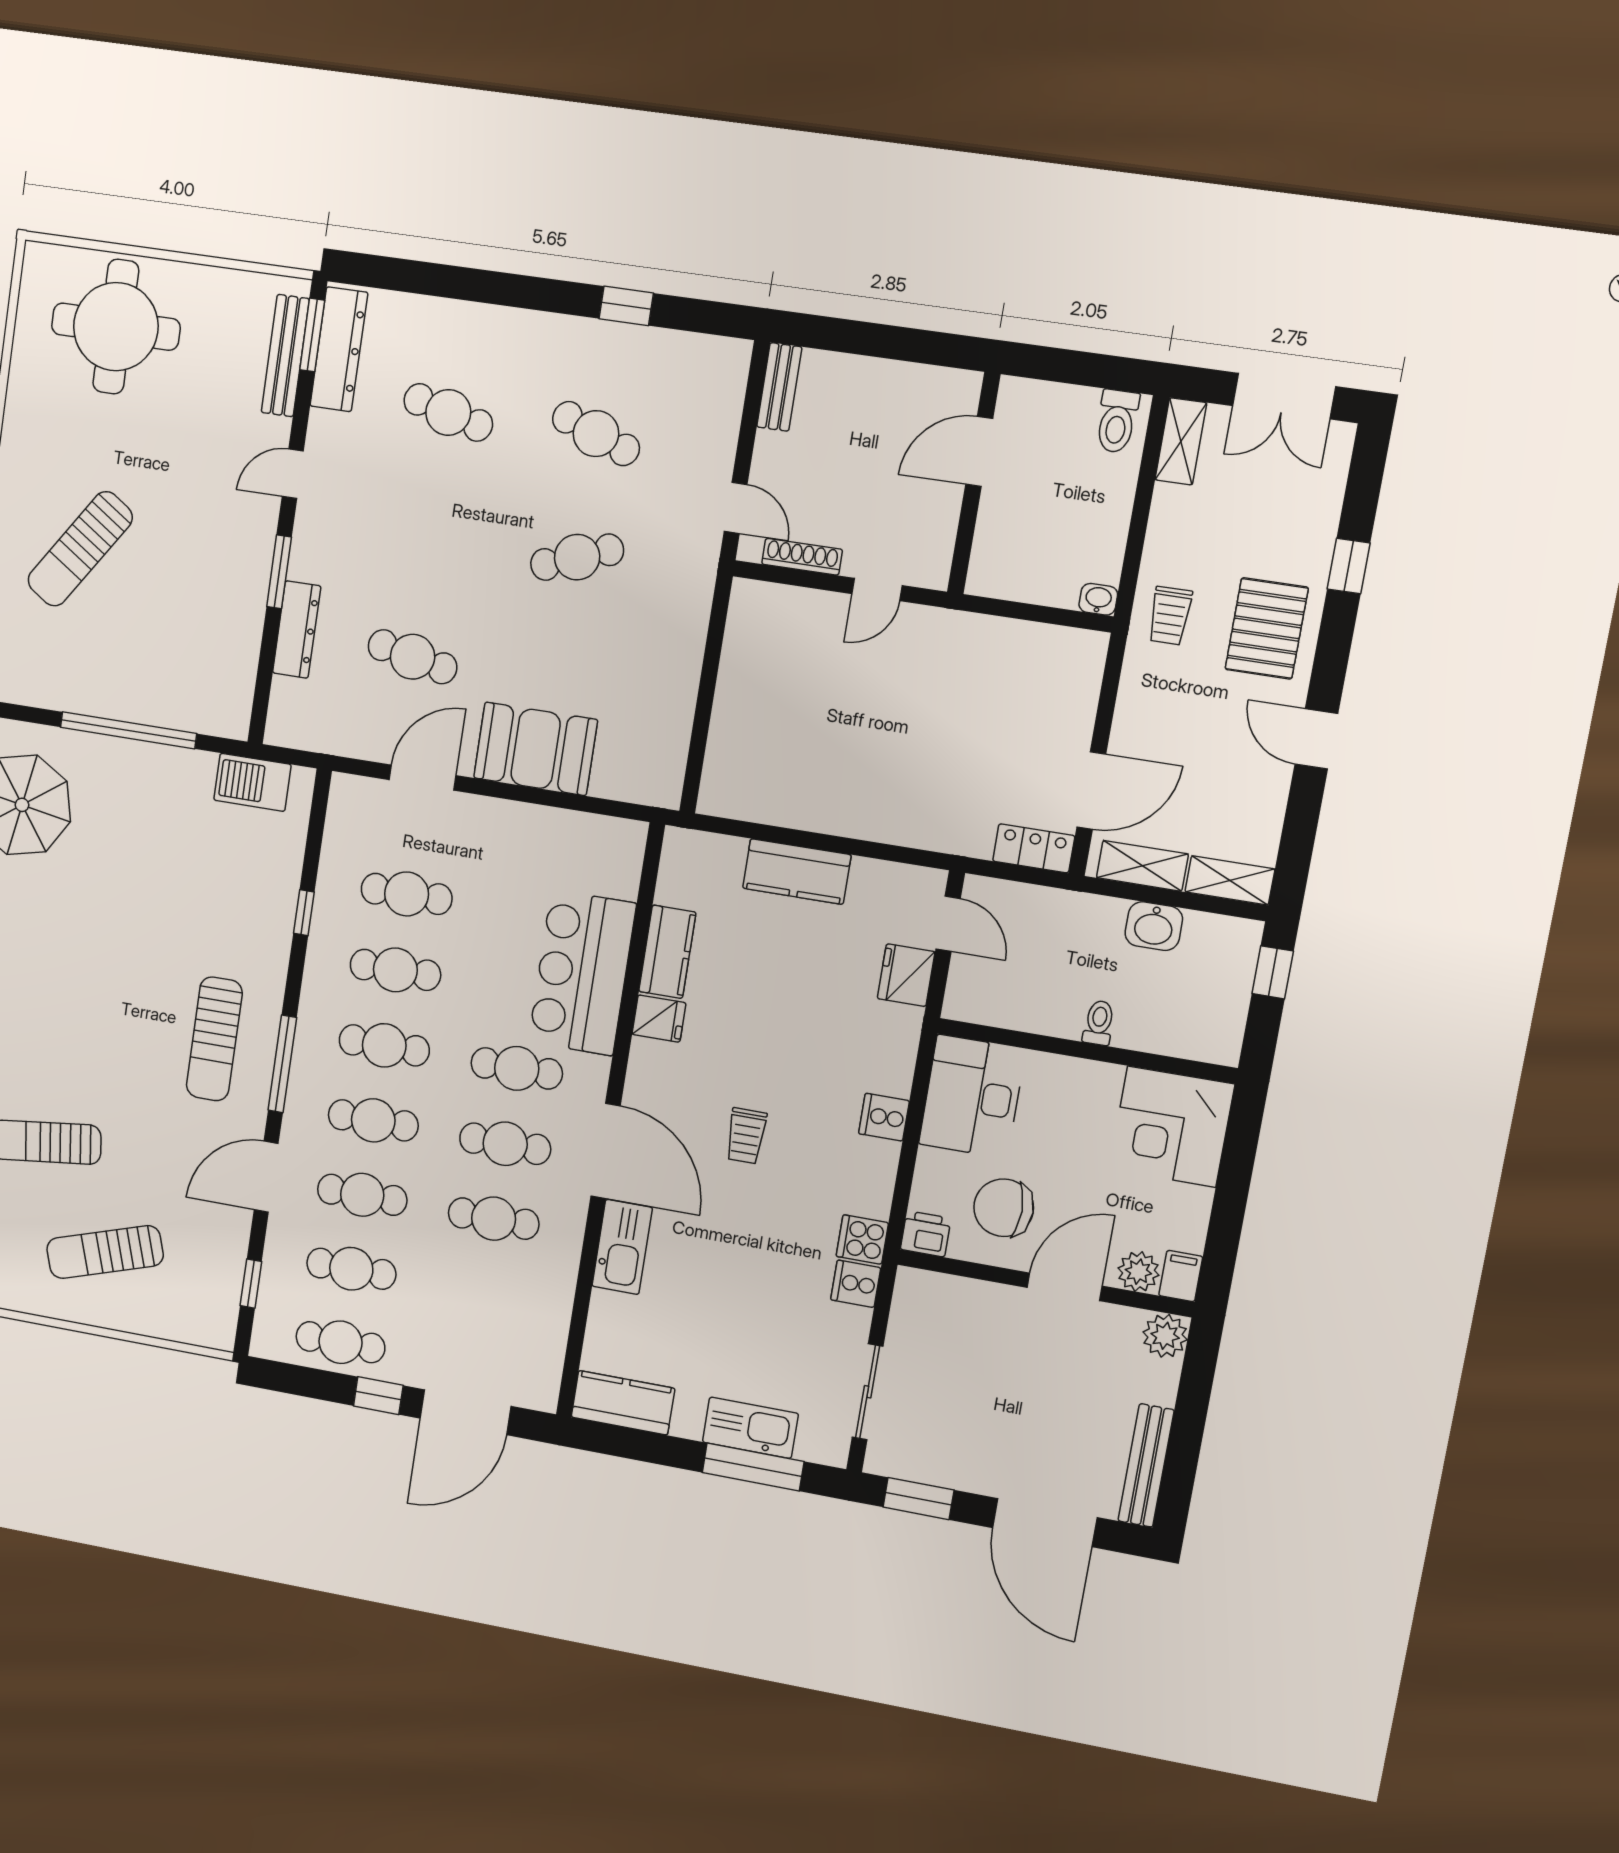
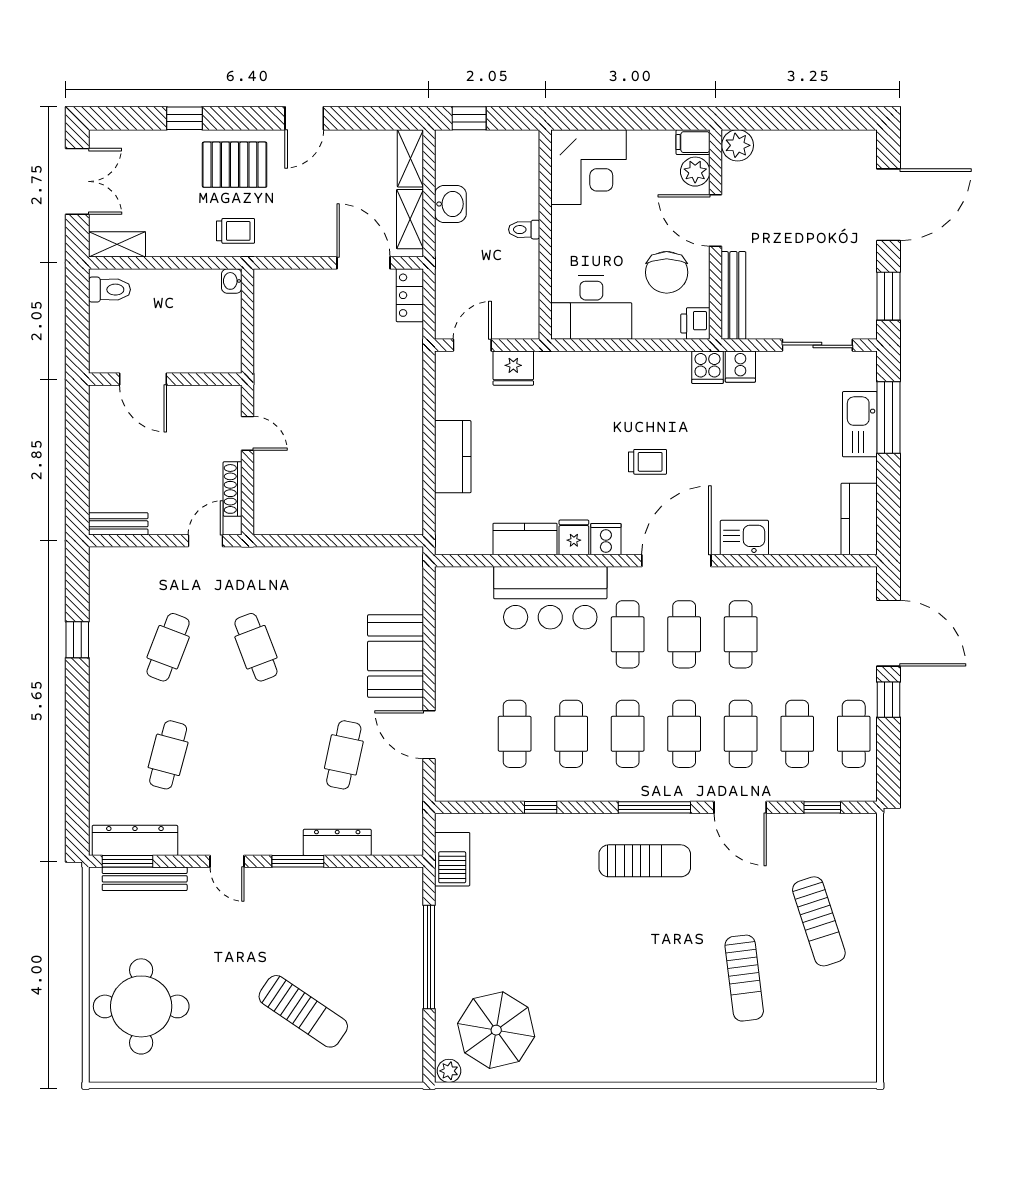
cooker: (884, 1117) -> (606, 539), moved, turned 180
kitchen sink: (622, 1247) -> (744, 538), width x0.73
bench: (1146, 1465) -> (733, 295), moved, turned 90

